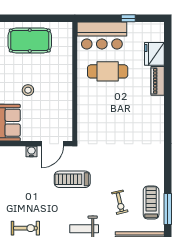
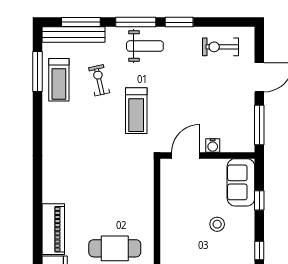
piano: (158, 81) -> (53, 229), width x1.37, depth x1.33
treadmill: (72, 179) -> (136, 111), moved, turned 90

